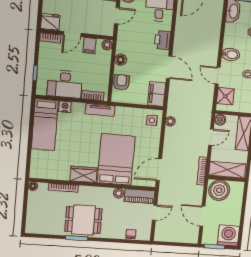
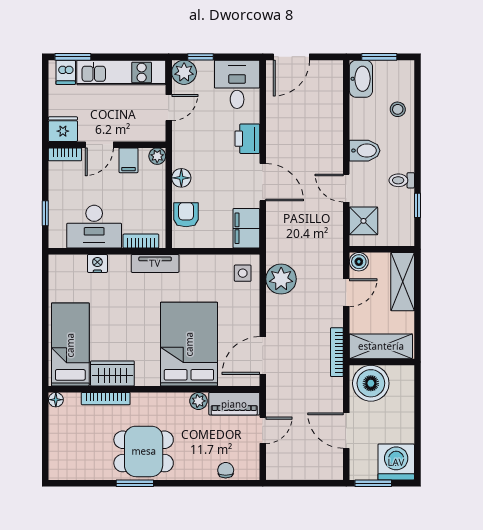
plant: (170, 121) -> (281, 279), width x1.88, depth x1.88
bed: (45, 125) -> (70, 345), moved, turned 180
wardrobe: (84, 174) -> (112, 373), moved

